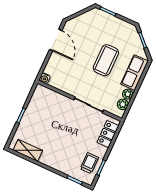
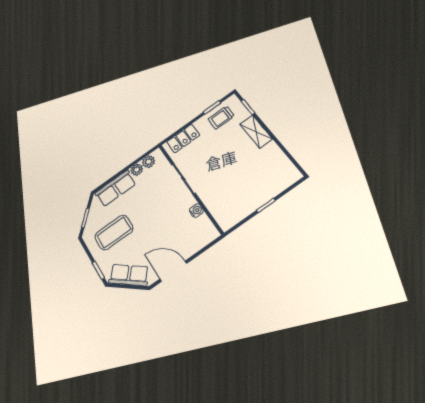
row of seats: (84, 21) -> (129, 275), added
door: (56, 40) -> (173, 271), hinge flipped
coffee table: (106, 60) -> (114, 232), moved
water cooler: (45, 78) -> (196, 211), moved
shelving: (28, 150) -> (256, 132), moved

